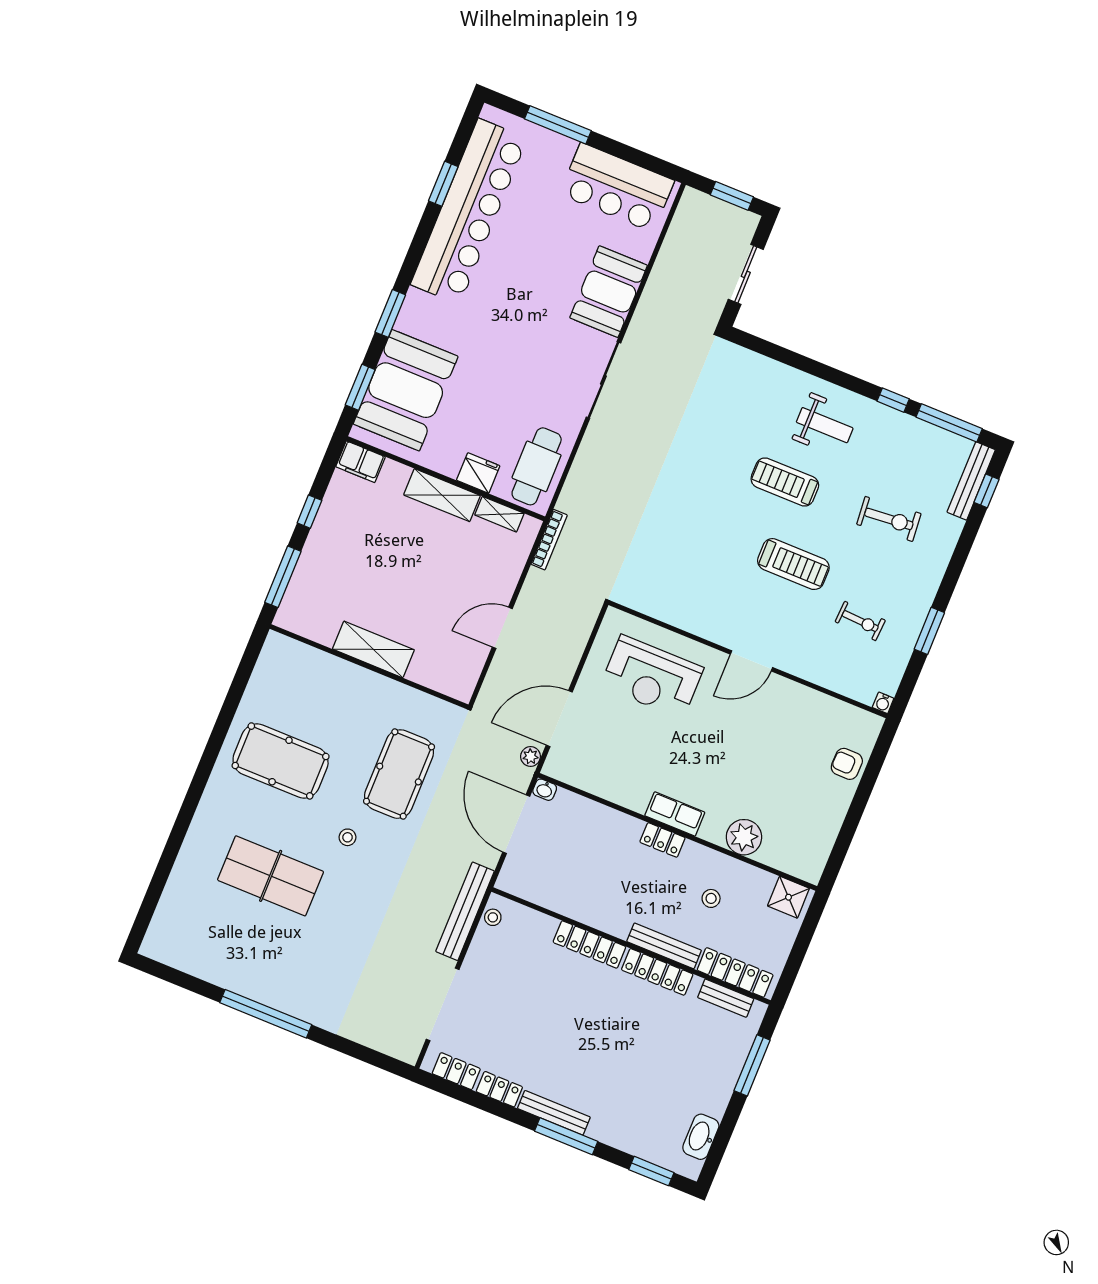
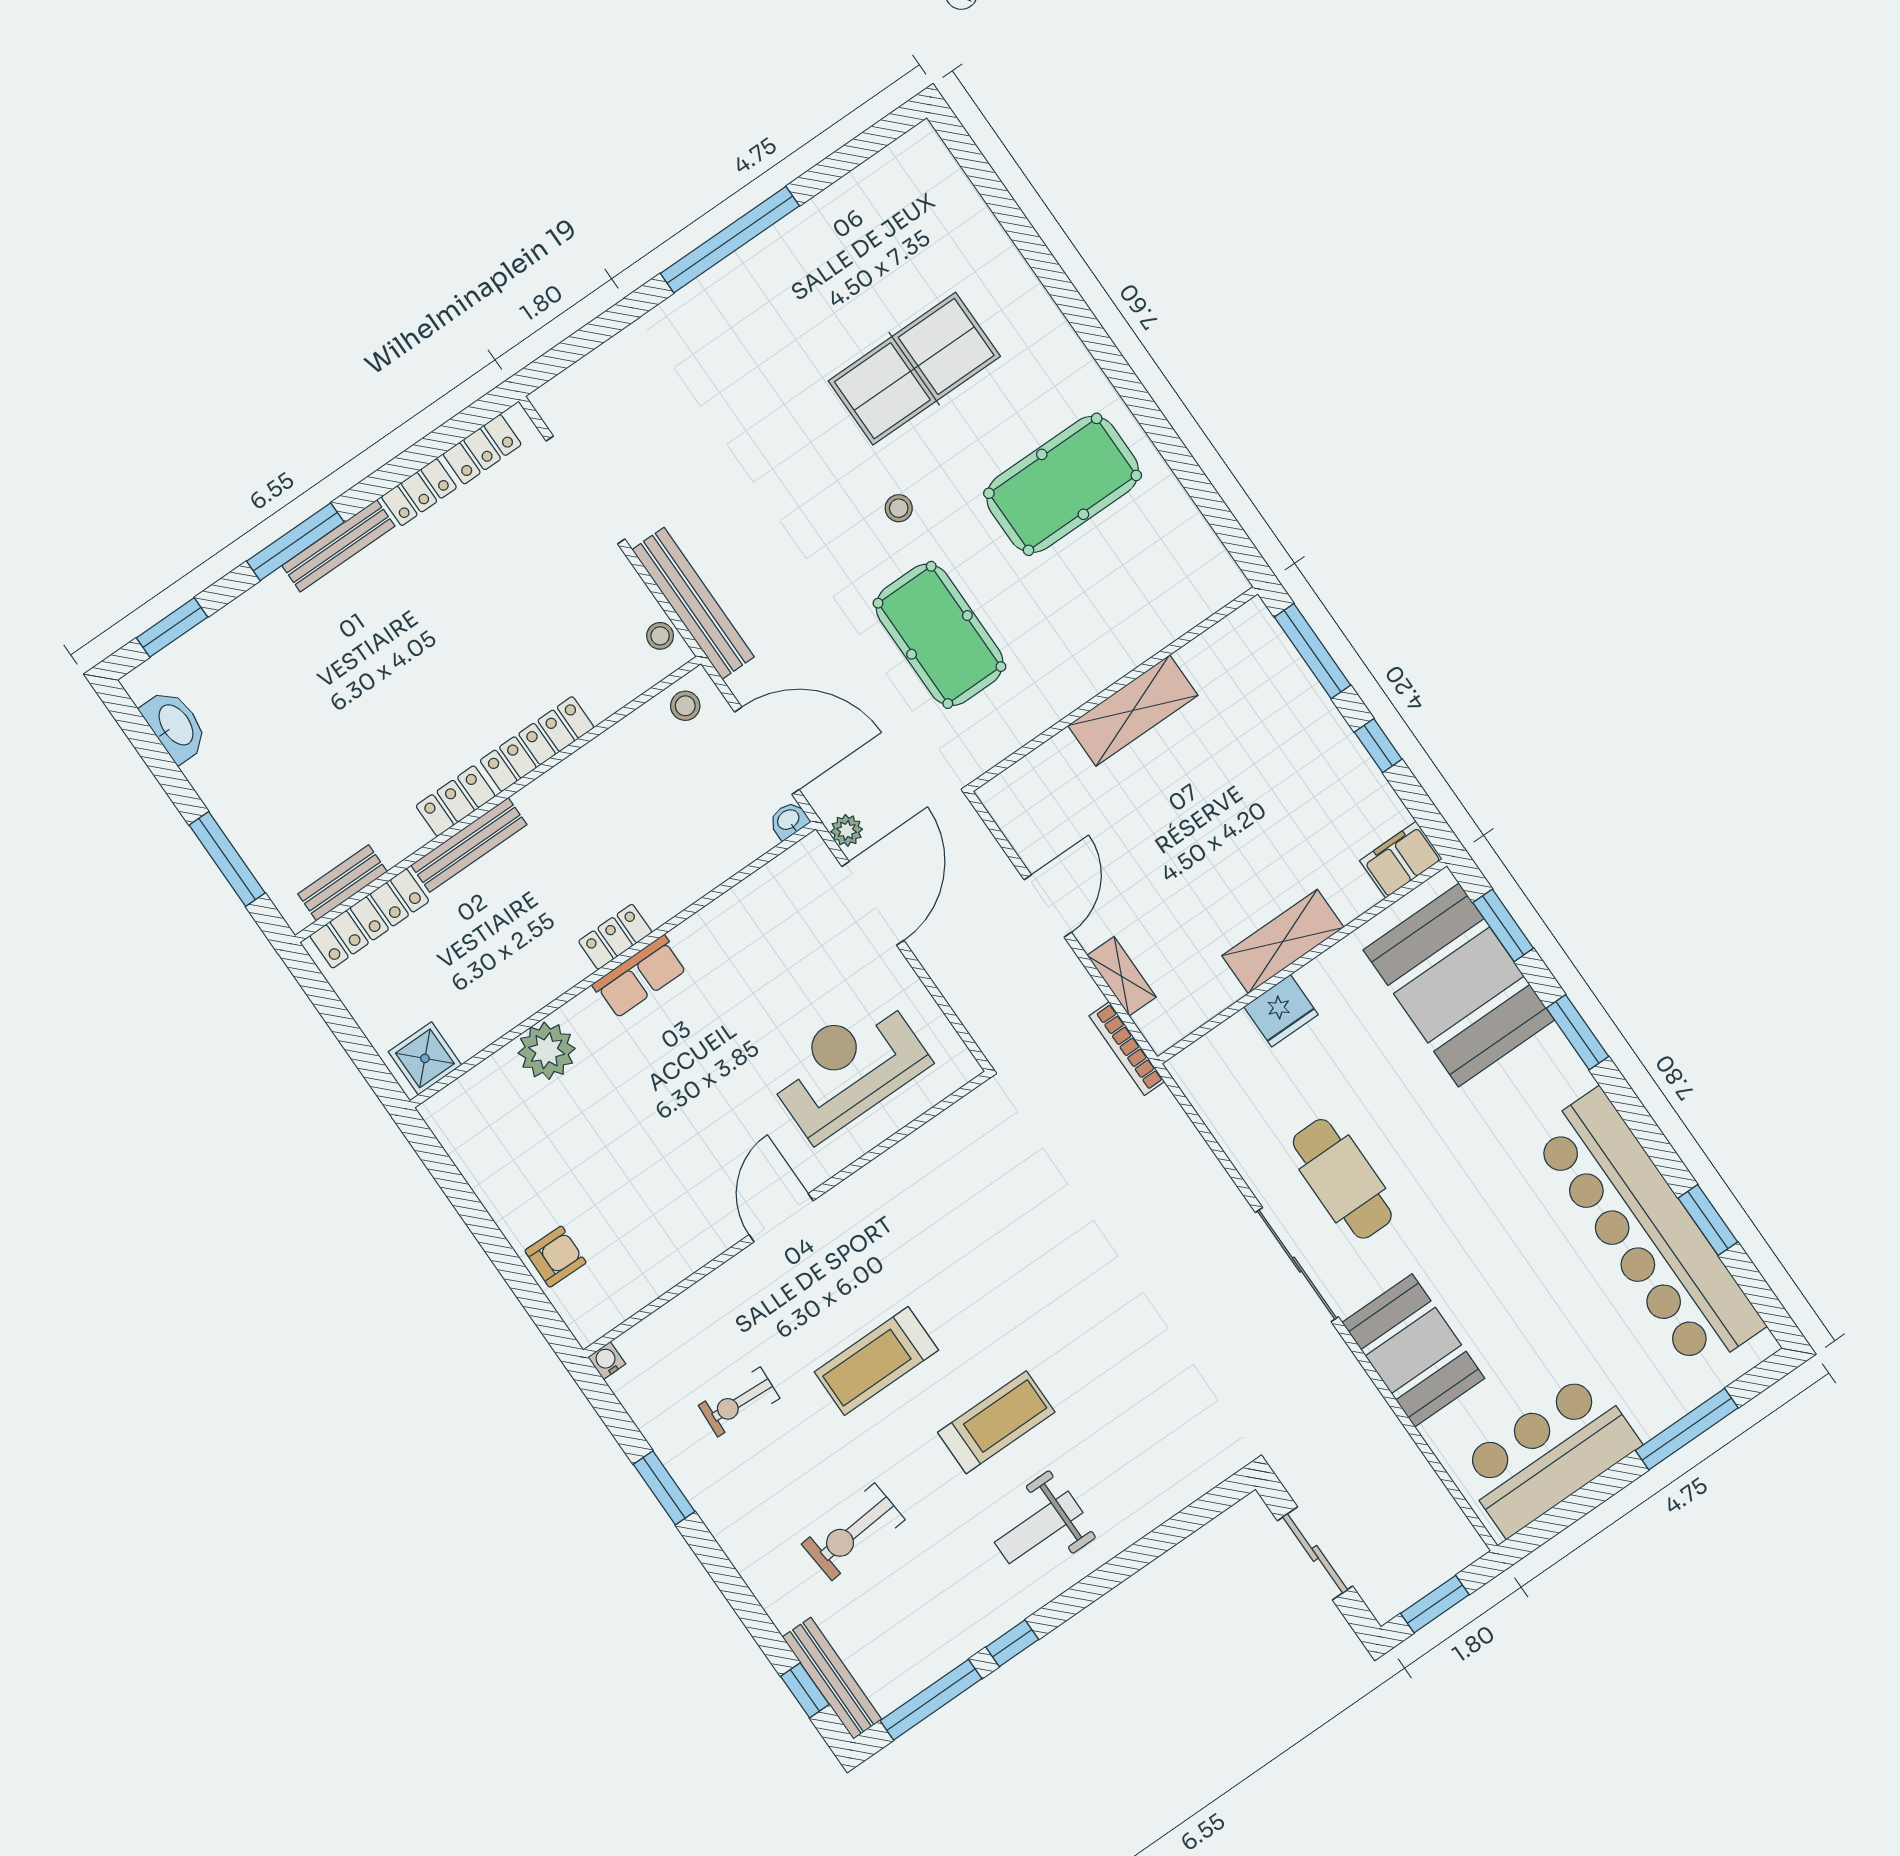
cafe table: (537, 466) -> (1342, 1179), moved
shelving: (499, 514) -> (1122, 976), moved, turned 90
stool: (711, 898) -> (685, 706), moved
locker: (657, 972) -> (456, 801), width x0.66

